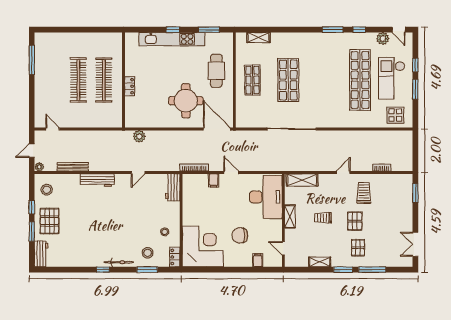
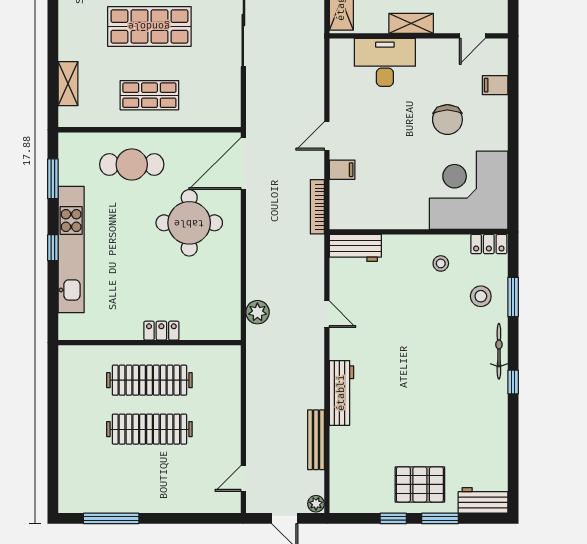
stool: (47, 190) -> (360, 490), removed
desk: (266, 197) -> (385, 62), width x0.73, depth x0.77

